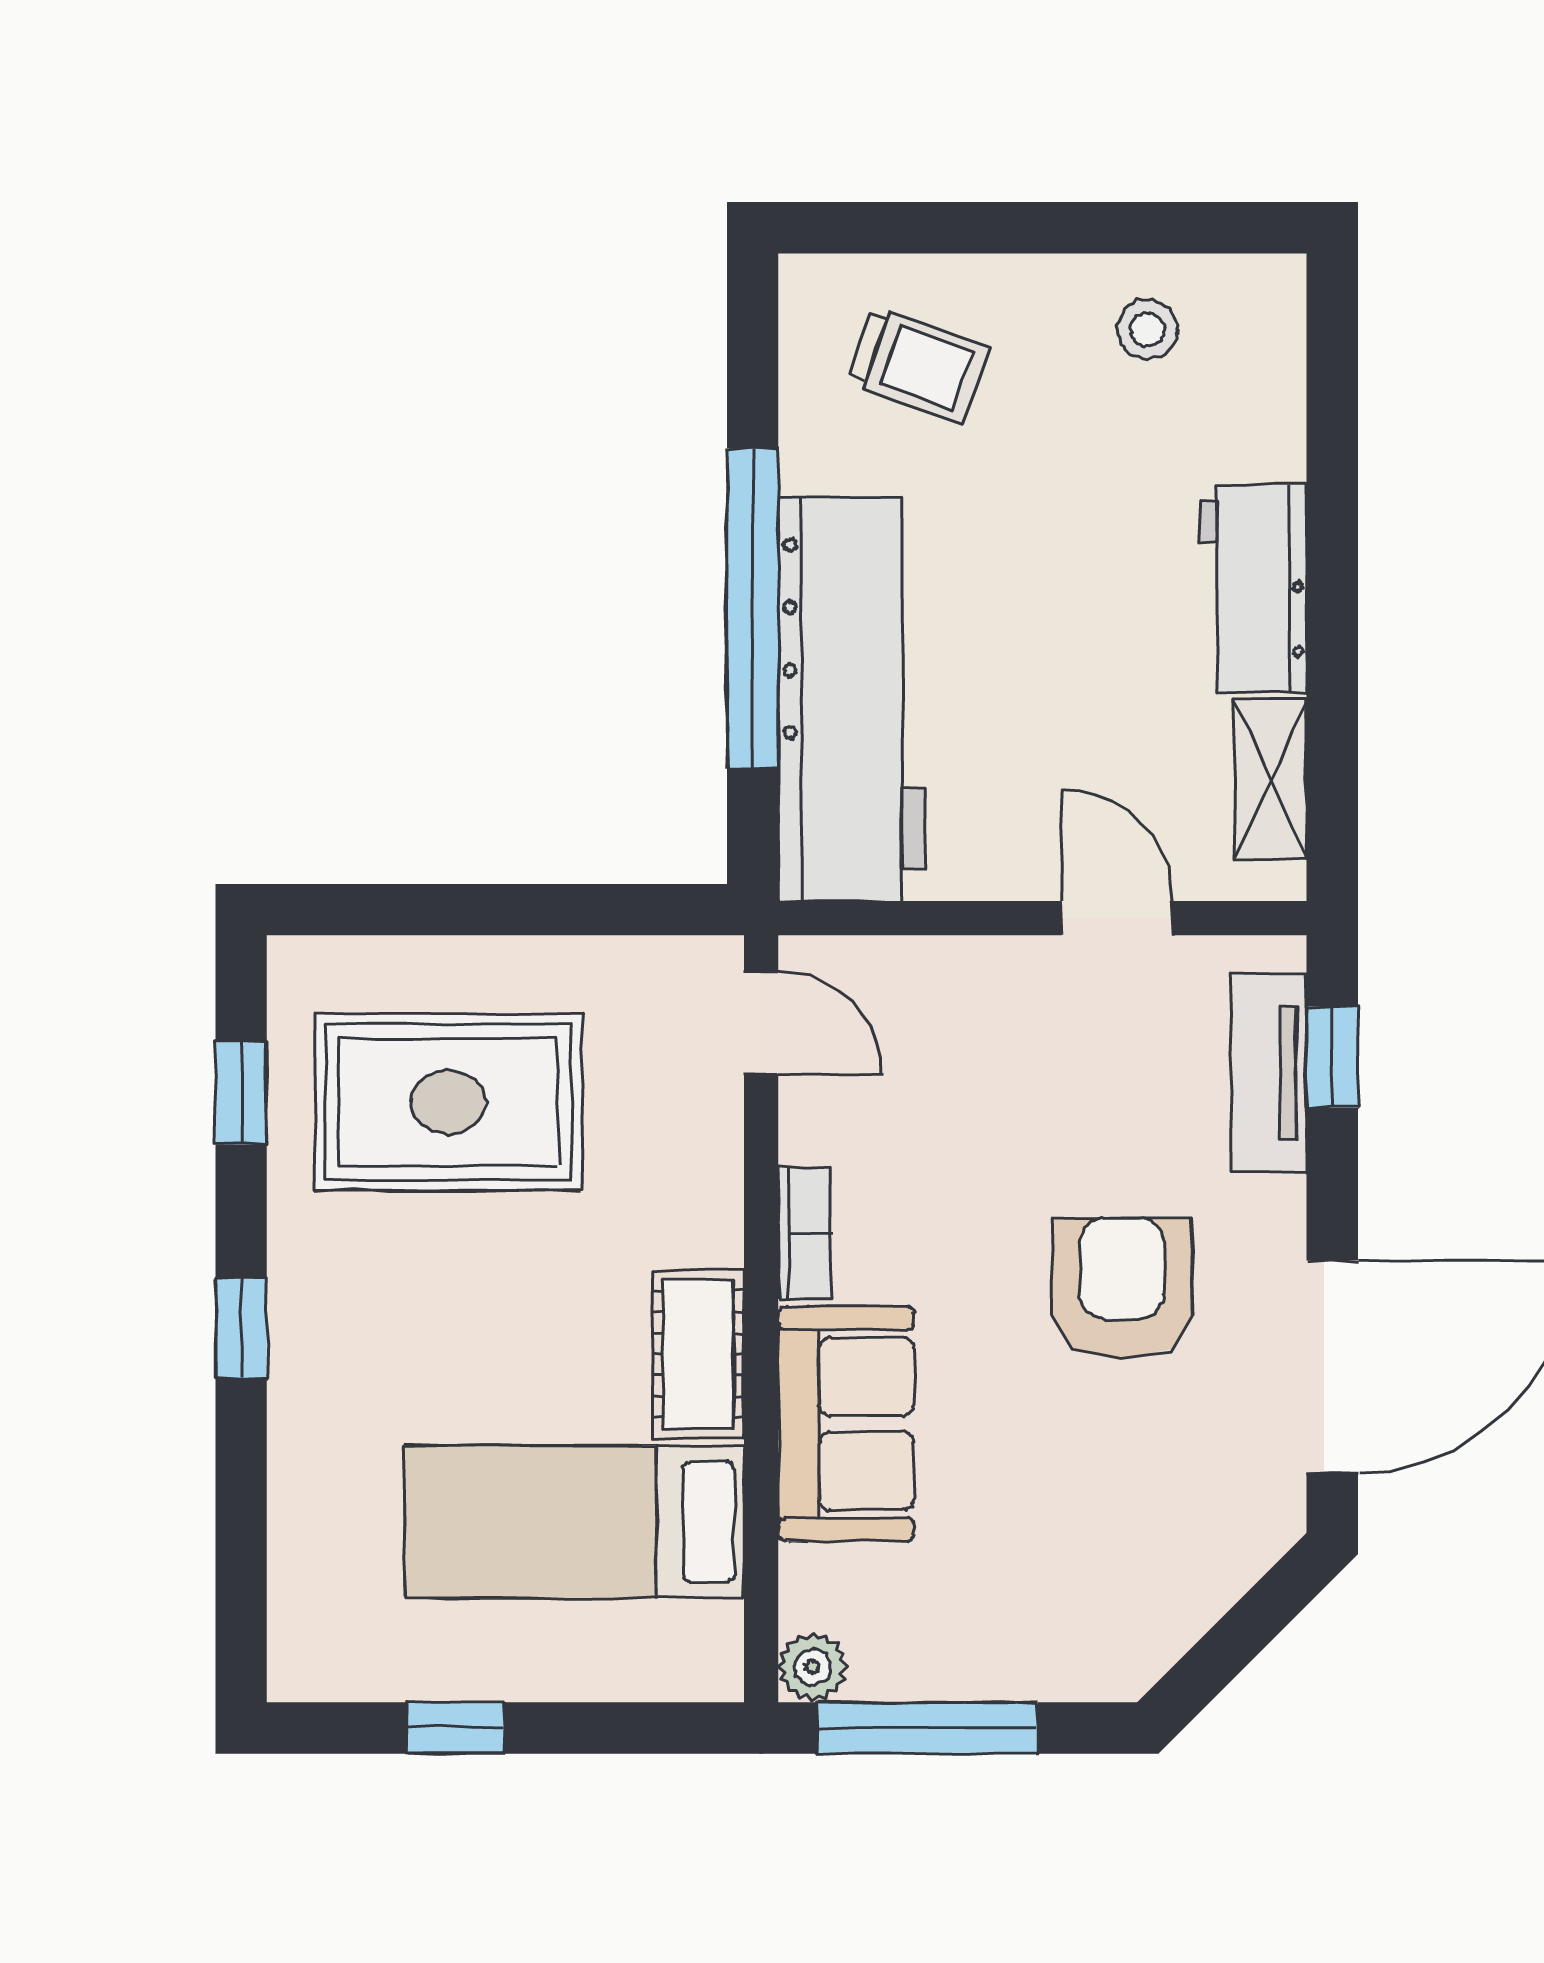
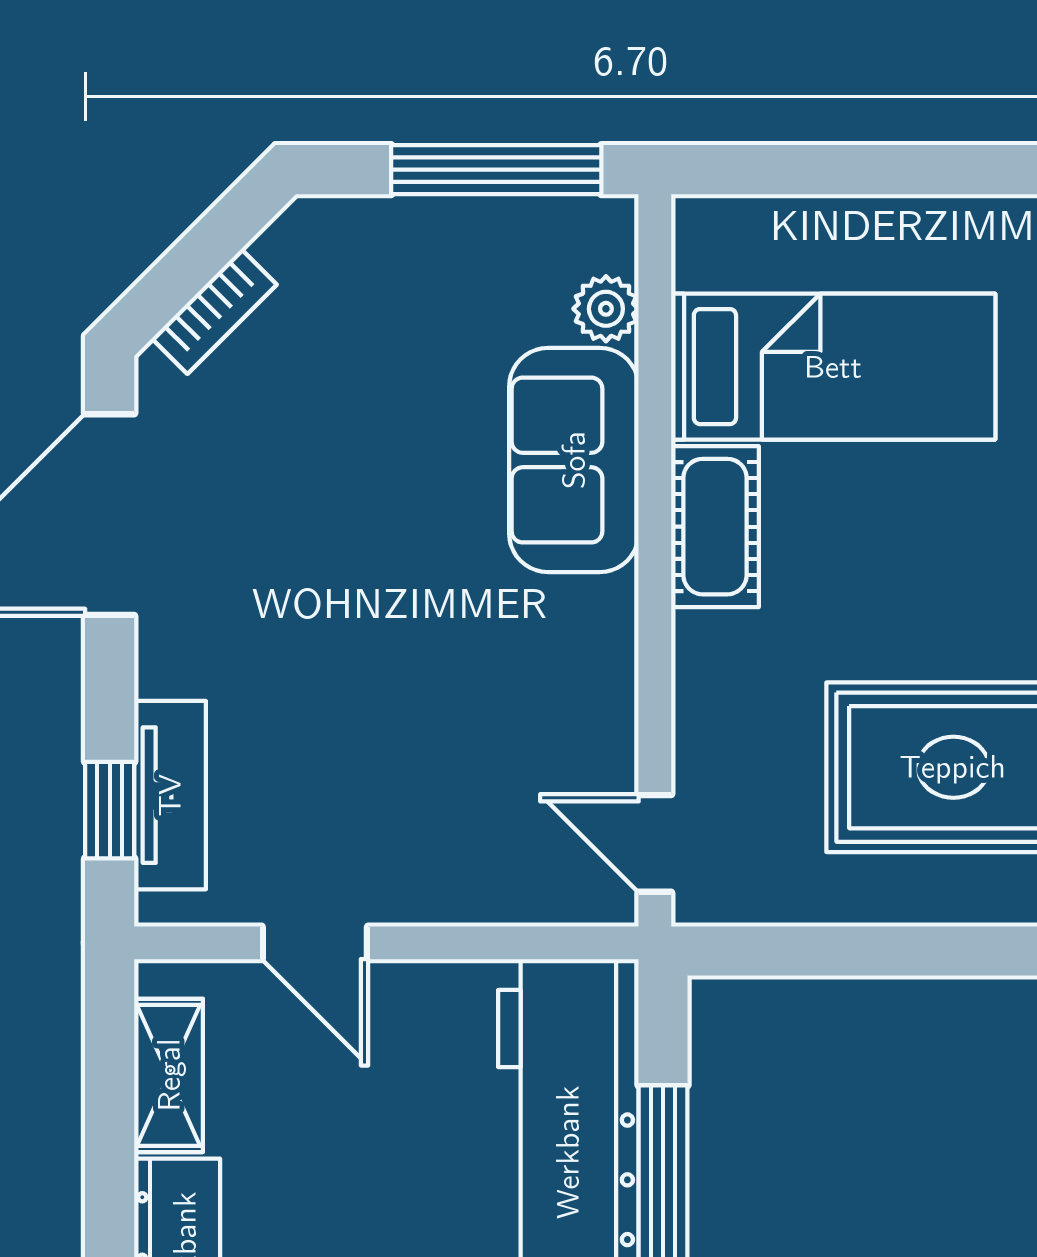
bookcase: (805, 1233) -> (214, 311), moved, turned -135
armchair: (1122, 1288) -> (310, 590), removed
plant: (812, 1667) -> (606, 309), moved
window: (456, 1728) -> (946, 170), removed

